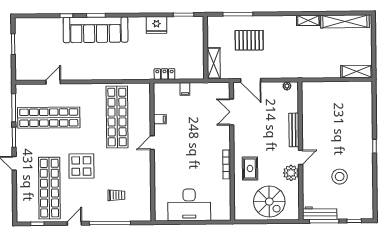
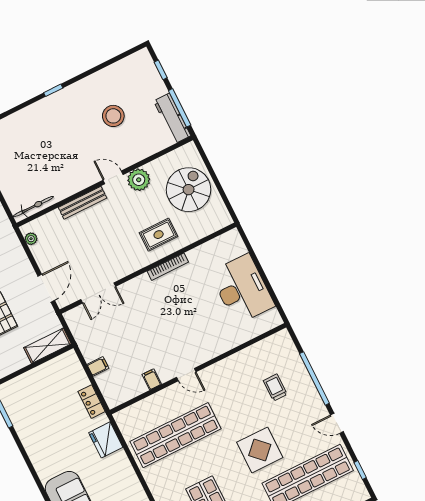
fridge: (156, 25) -> (106, 440), moved, turned 180
bicycle: (307, 97) -> (33, 207), added

